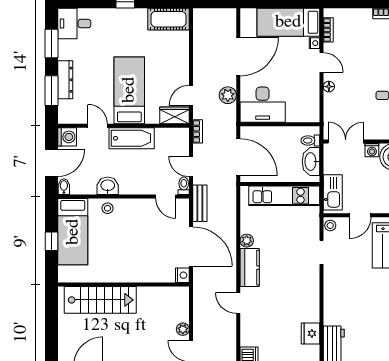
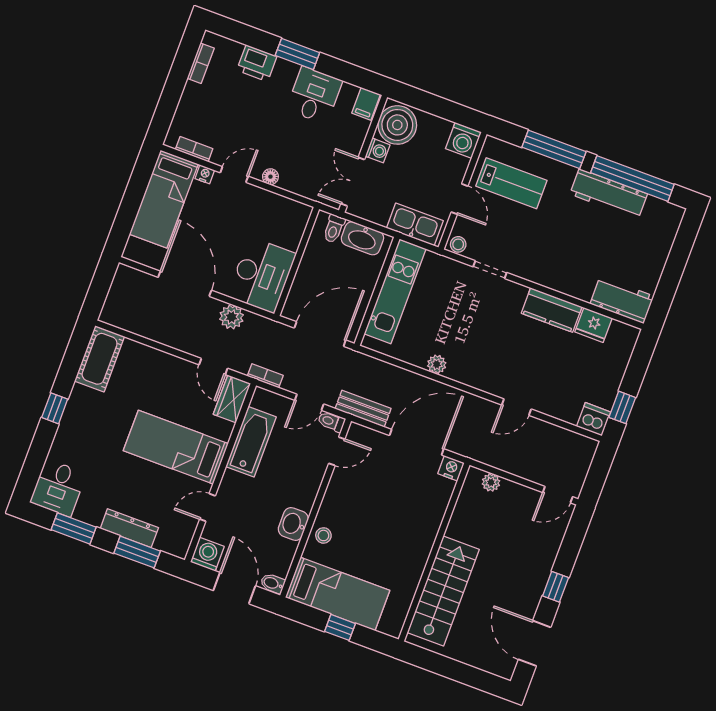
bathtub: (132, 138) -> (251, 442), moved
kitchen counter: (250, 268) -> (552, 310), moved, turned 180
plant: (183, 329) -> (491, 482), moved

